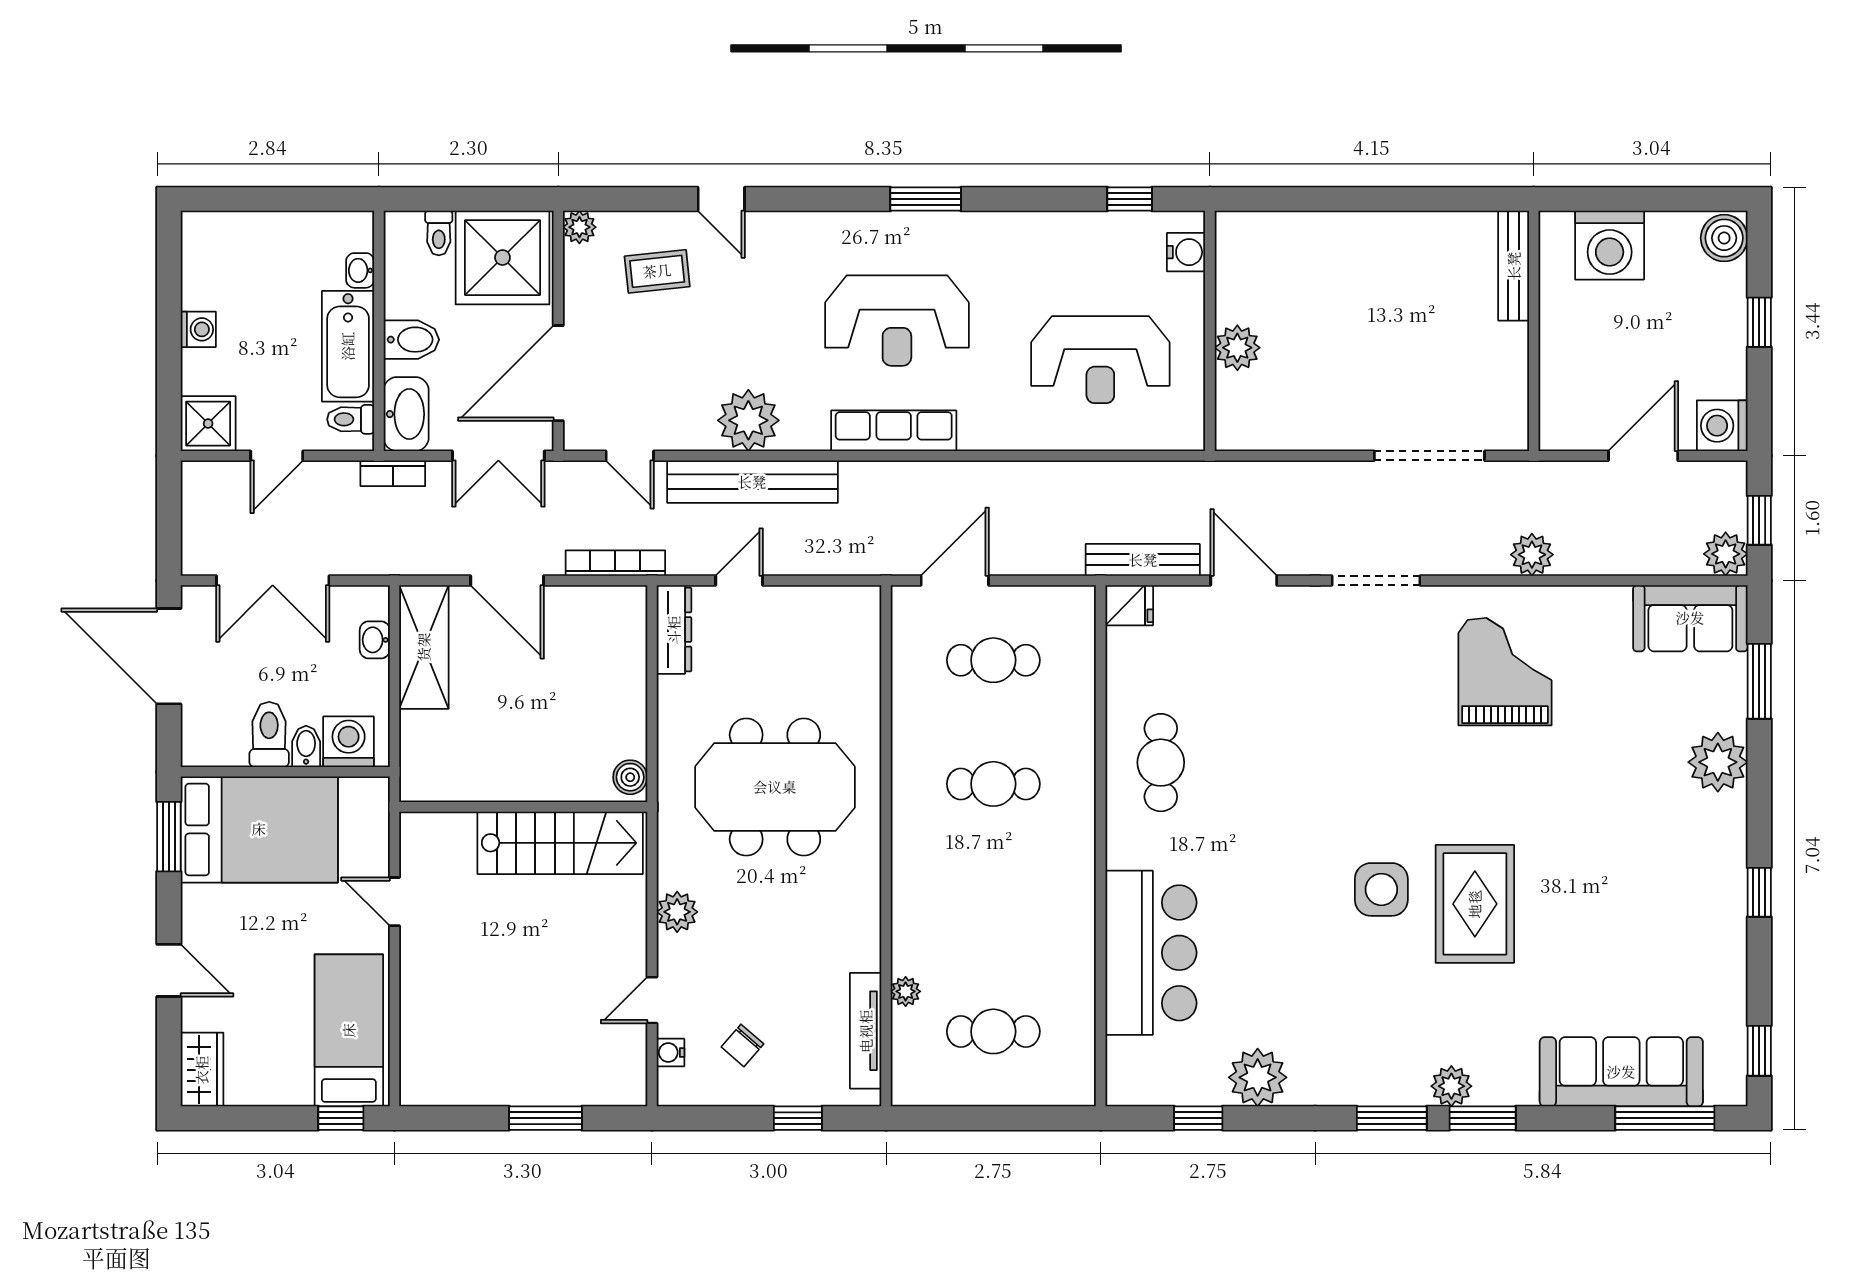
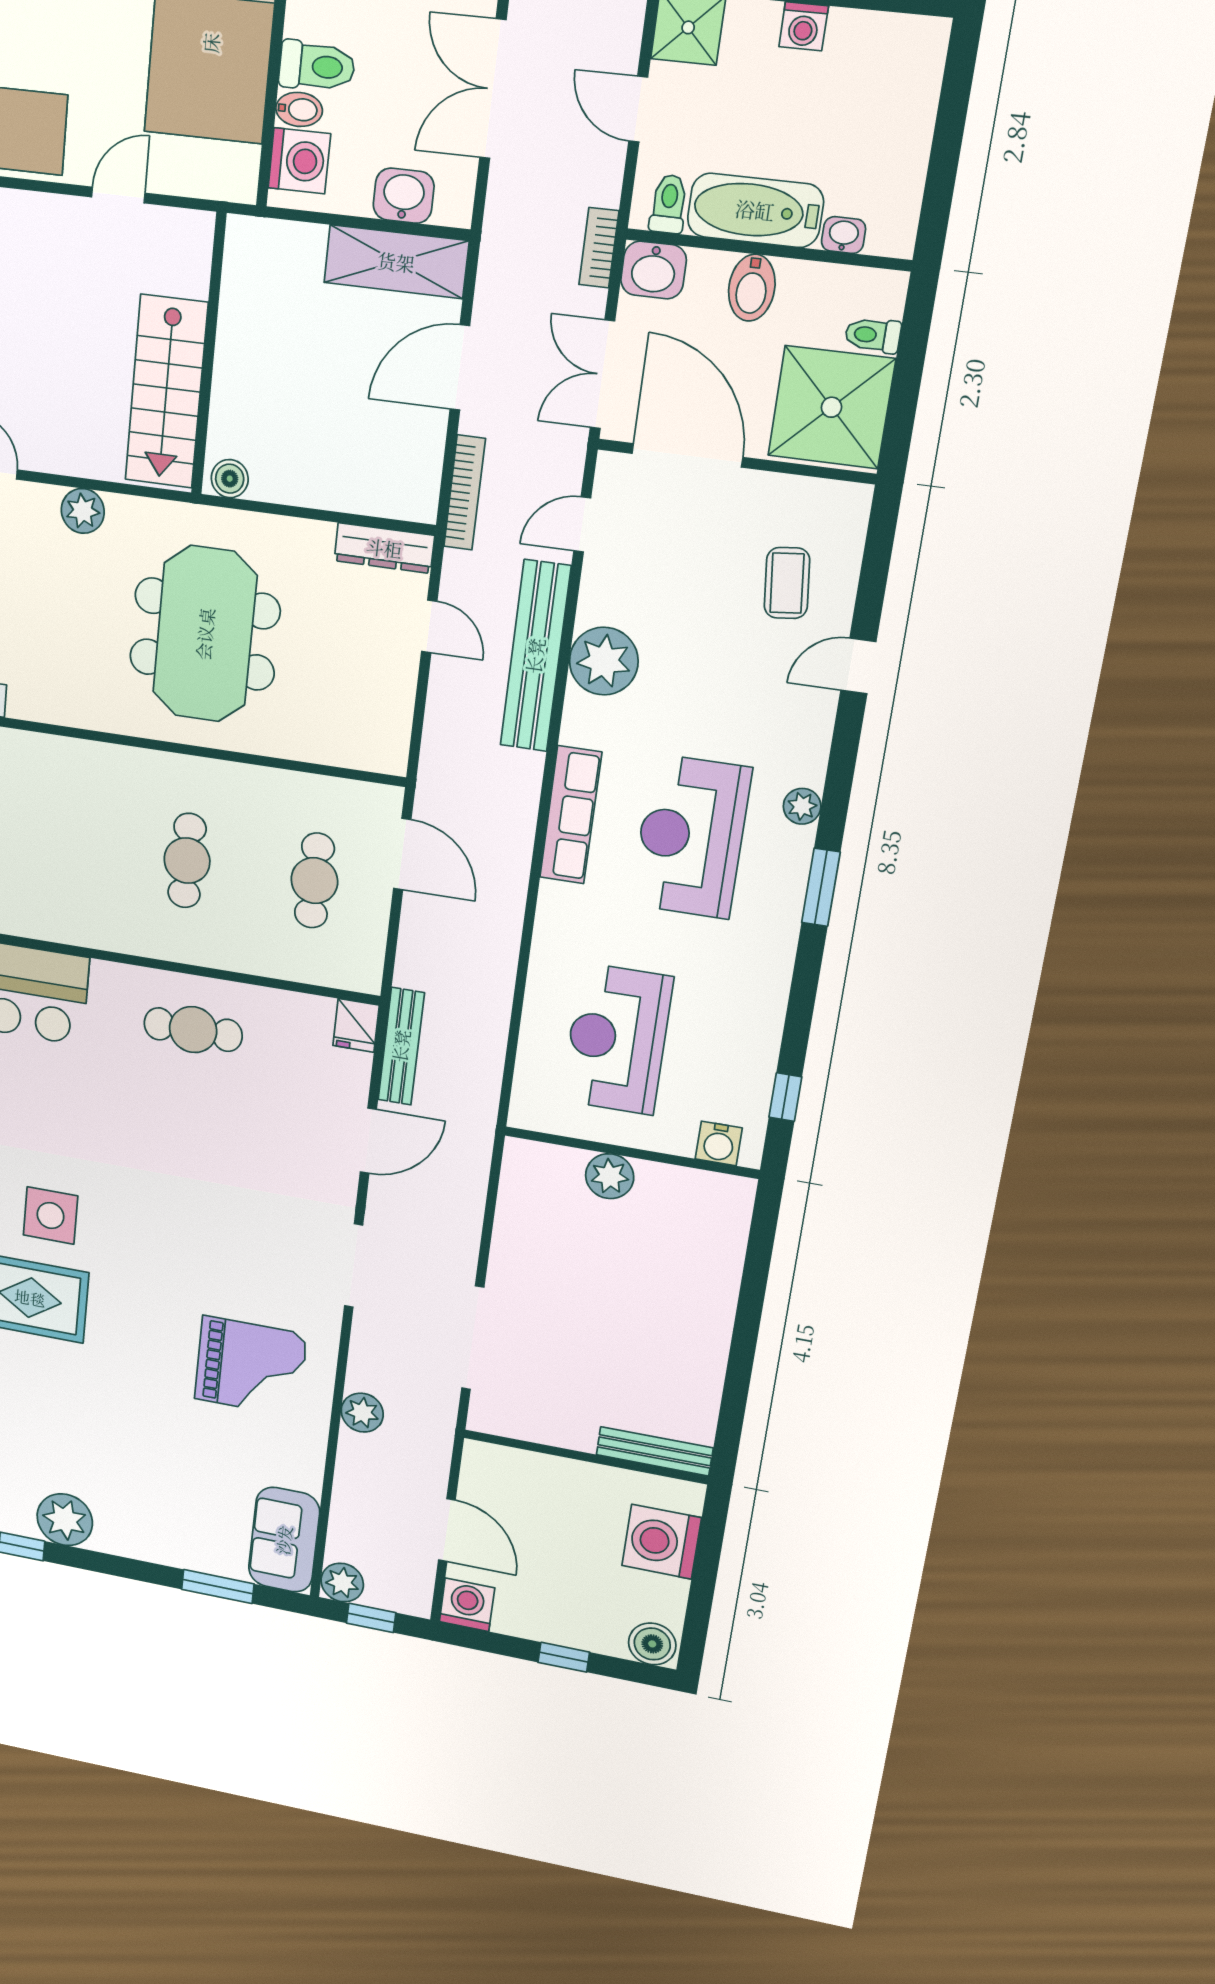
plant: (579, 227) -> (802, 806), moved
washbasin: (406, 414) -> (654, 270), width x0.72
washbasin: (375, 640) -> (404, 196), width x1.38, depth x1.45
plant: (1718, 762) -> (65, 1520), moved

